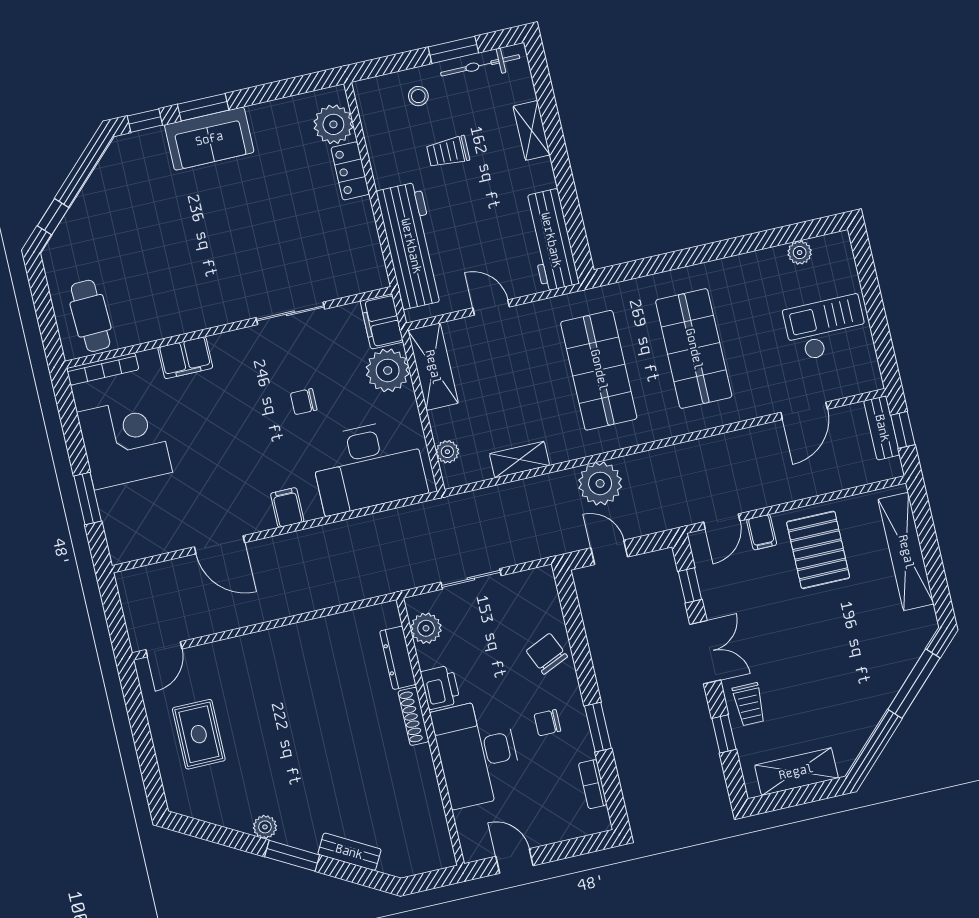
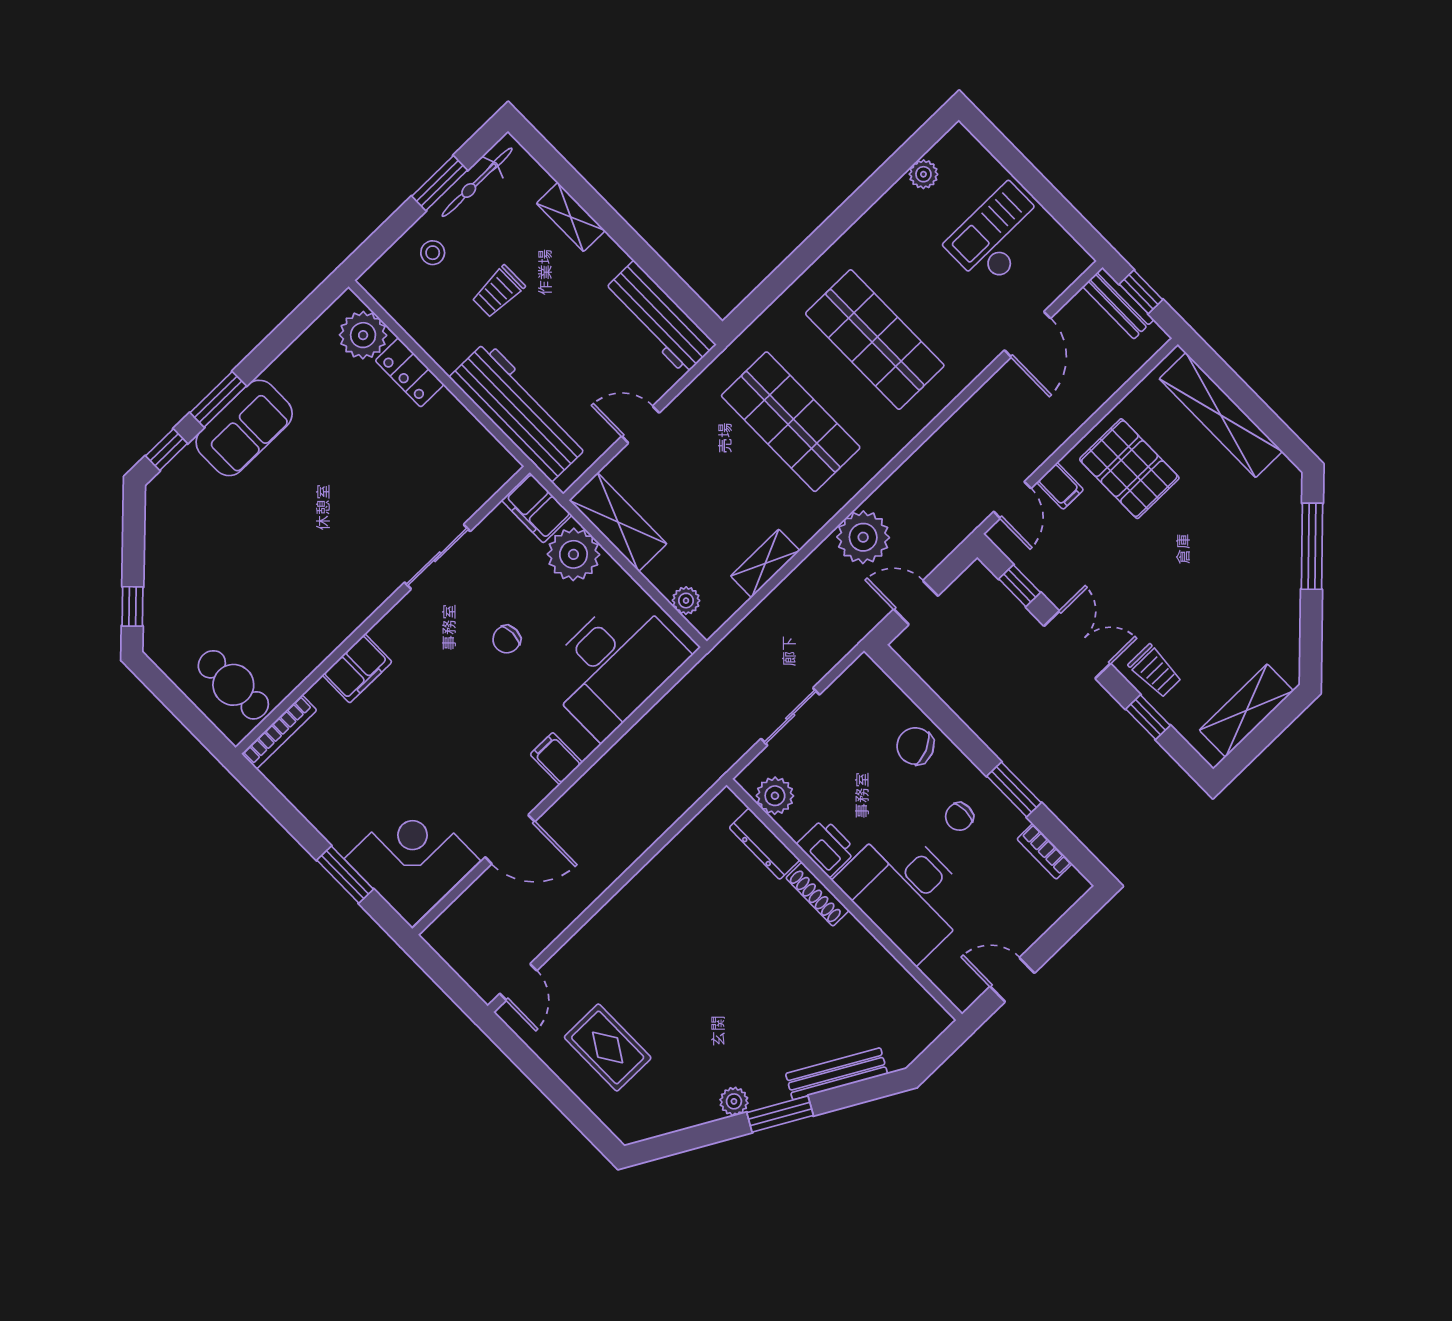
corner desk: (125, 442) -> (412, 860), moved
bench: (349, 852) -> (837, 1074), width x1.36

